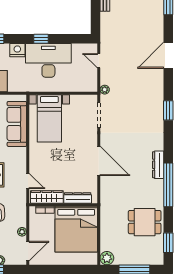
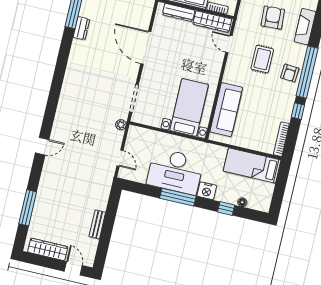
window: (41, 39) -> (178, 197), width x2.17
door: (168, 55) -> (42, 146), width x0.53
window: (168, 110) -> (56, 85), removed
dresser: (158, 165) -> (81, 28), width x0.70

